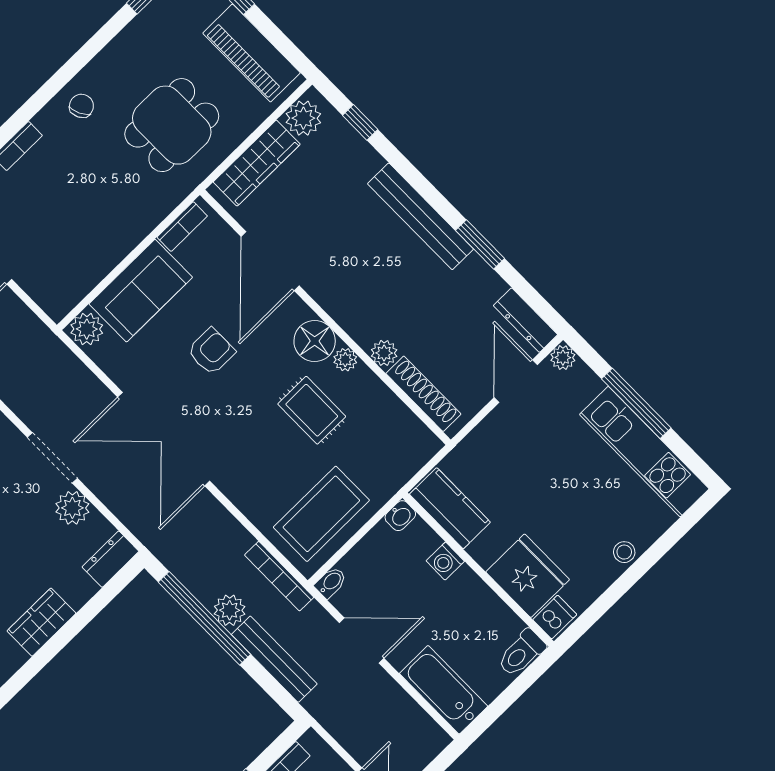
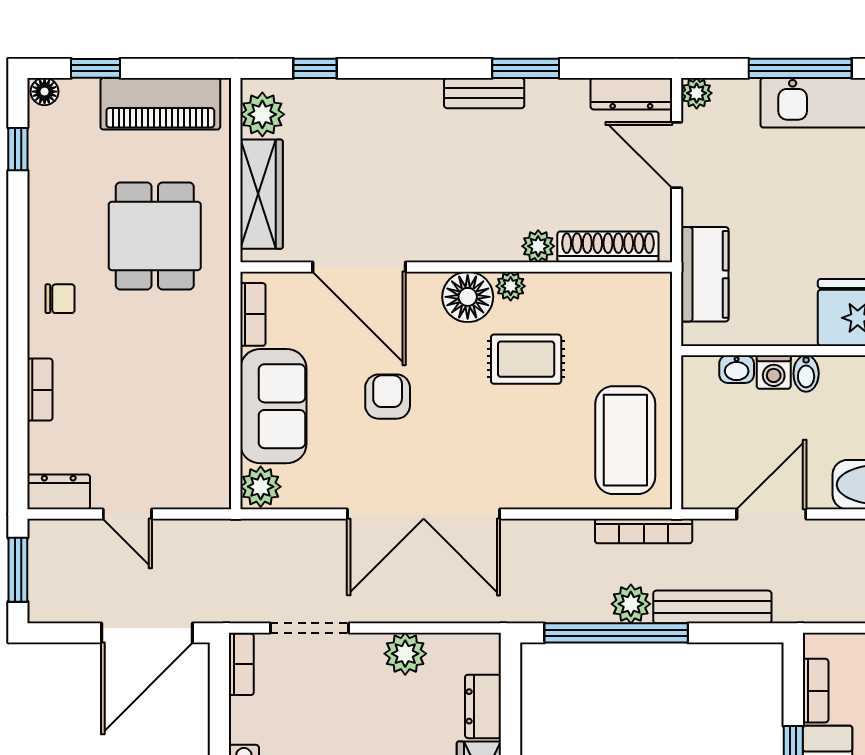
chair: (81, 106) -> (60, 299), turned 116
bench: (421, 216) -> (484, 93), width x0.54, depth x0.82
doorway: (52, 458) -> (309, 628), moved
kitchen counter: (450, 508) -> (705, 274), moved, turned 90
washbasin: (400, 516) -> (737, 369), moved, turned 90
dresser: (110, 559) -> (483, 706), moved
bidet: (331, 582) -> (806, 374), moved, turned 180

